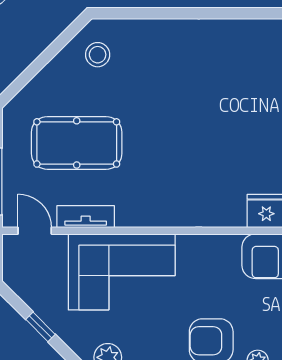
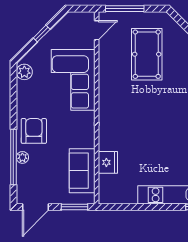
tv unit: (86, 217) -> (105, 59), removed

